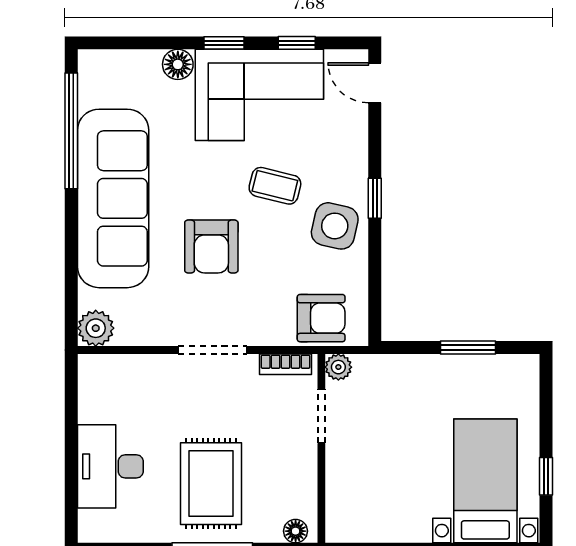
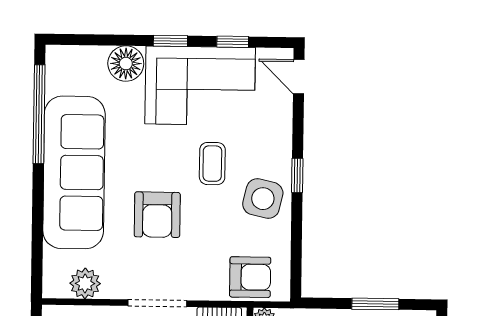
floor lamp: (178, 64) -> (126, 64), width x1.38, depth x1.38
coffee table: (275, 186) -> (212, 164), turned 76
plant: (96, 328) -> (85, 283), moved

